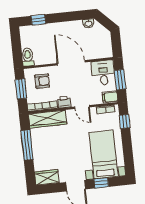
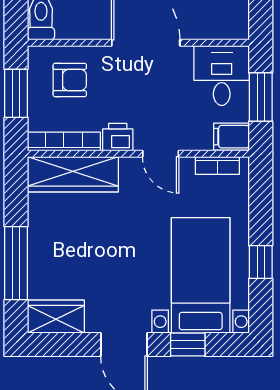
window: (125, 121) -> (261, 262), moved
window: (27, 145) -> (16, 263), moved

